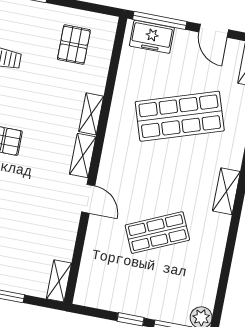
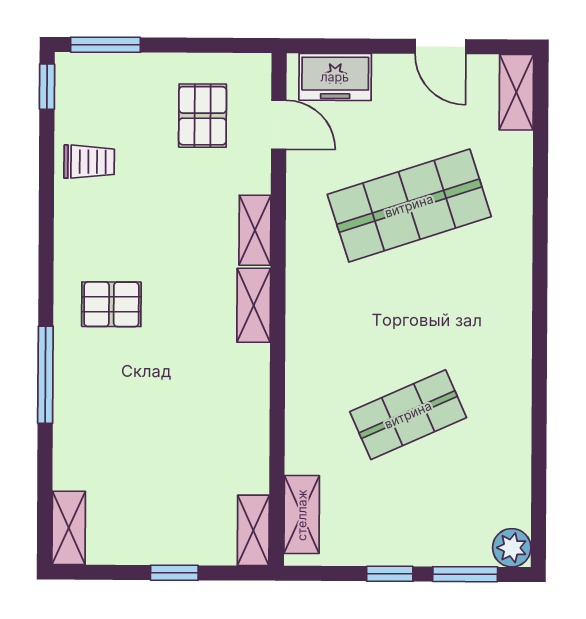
window: (160, 20) -> (344, 46), removed
shelving: (226, 191) -> (302, 515), moved
door: (88, 199) -> (279, 125), moved

